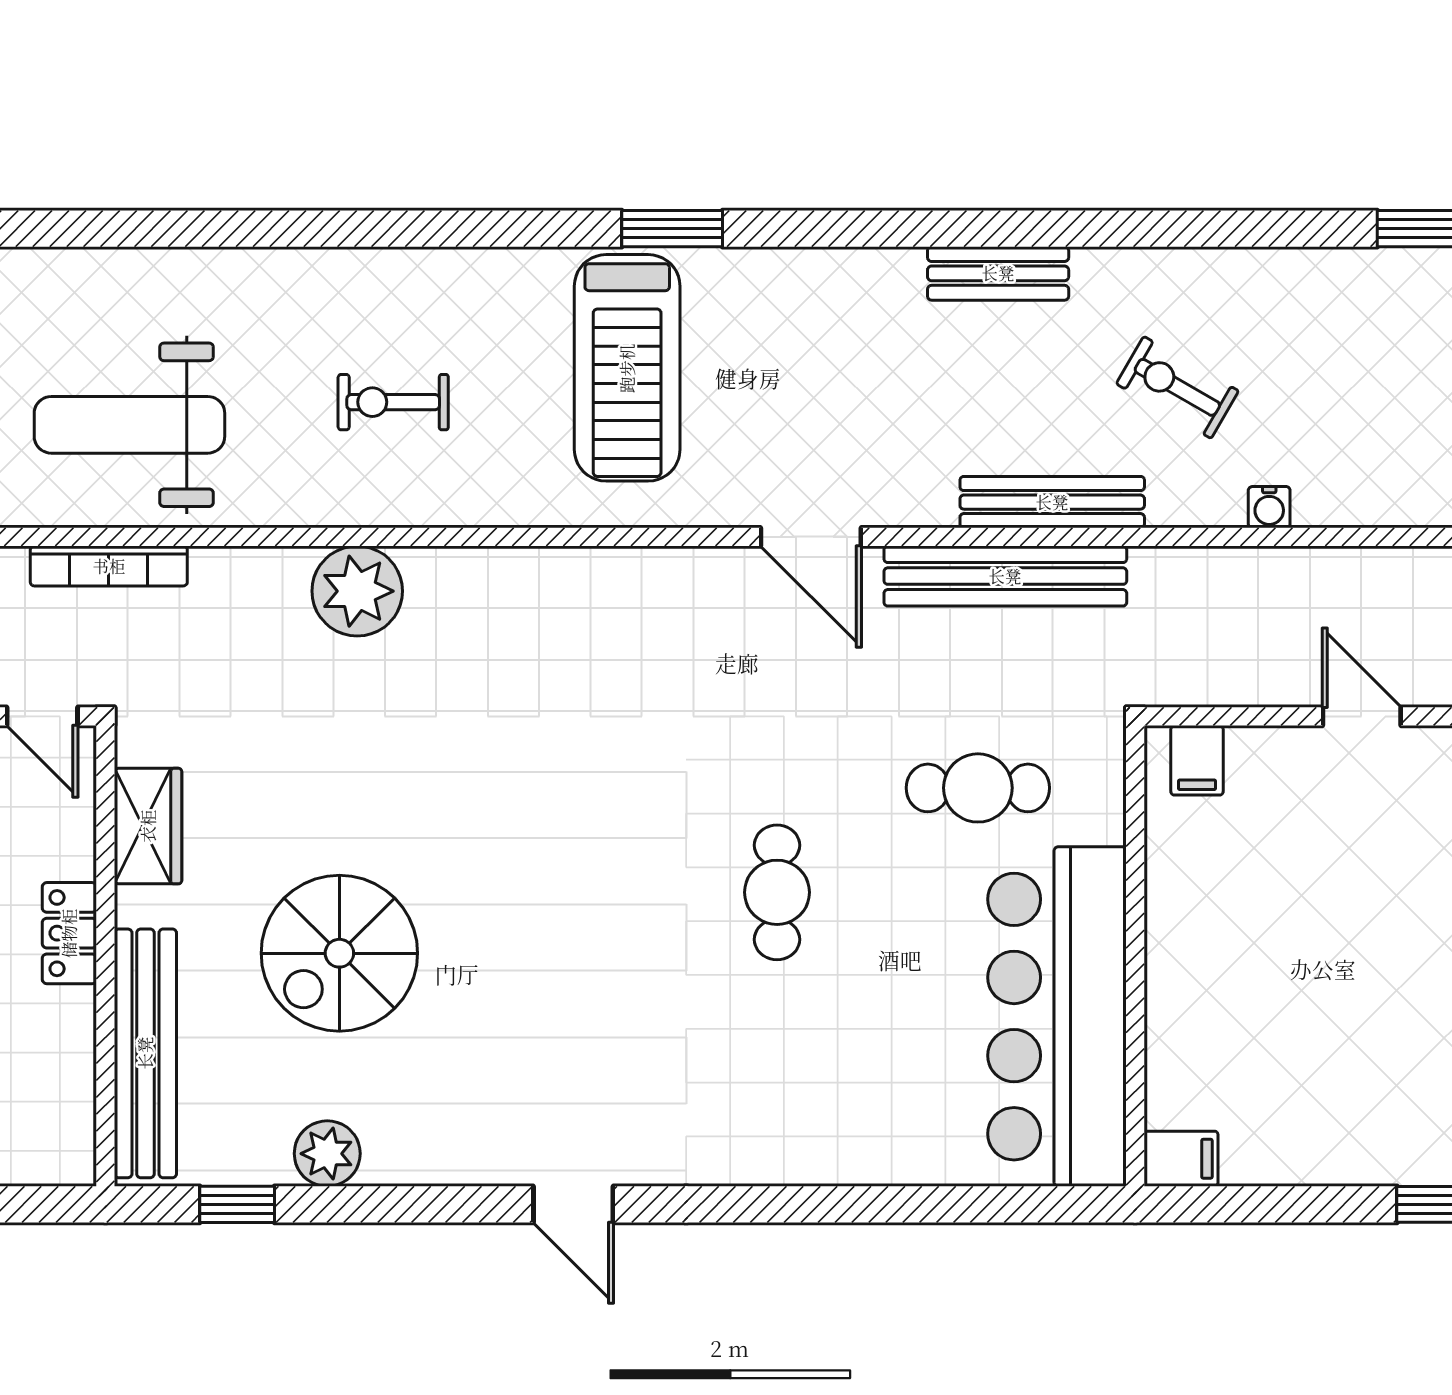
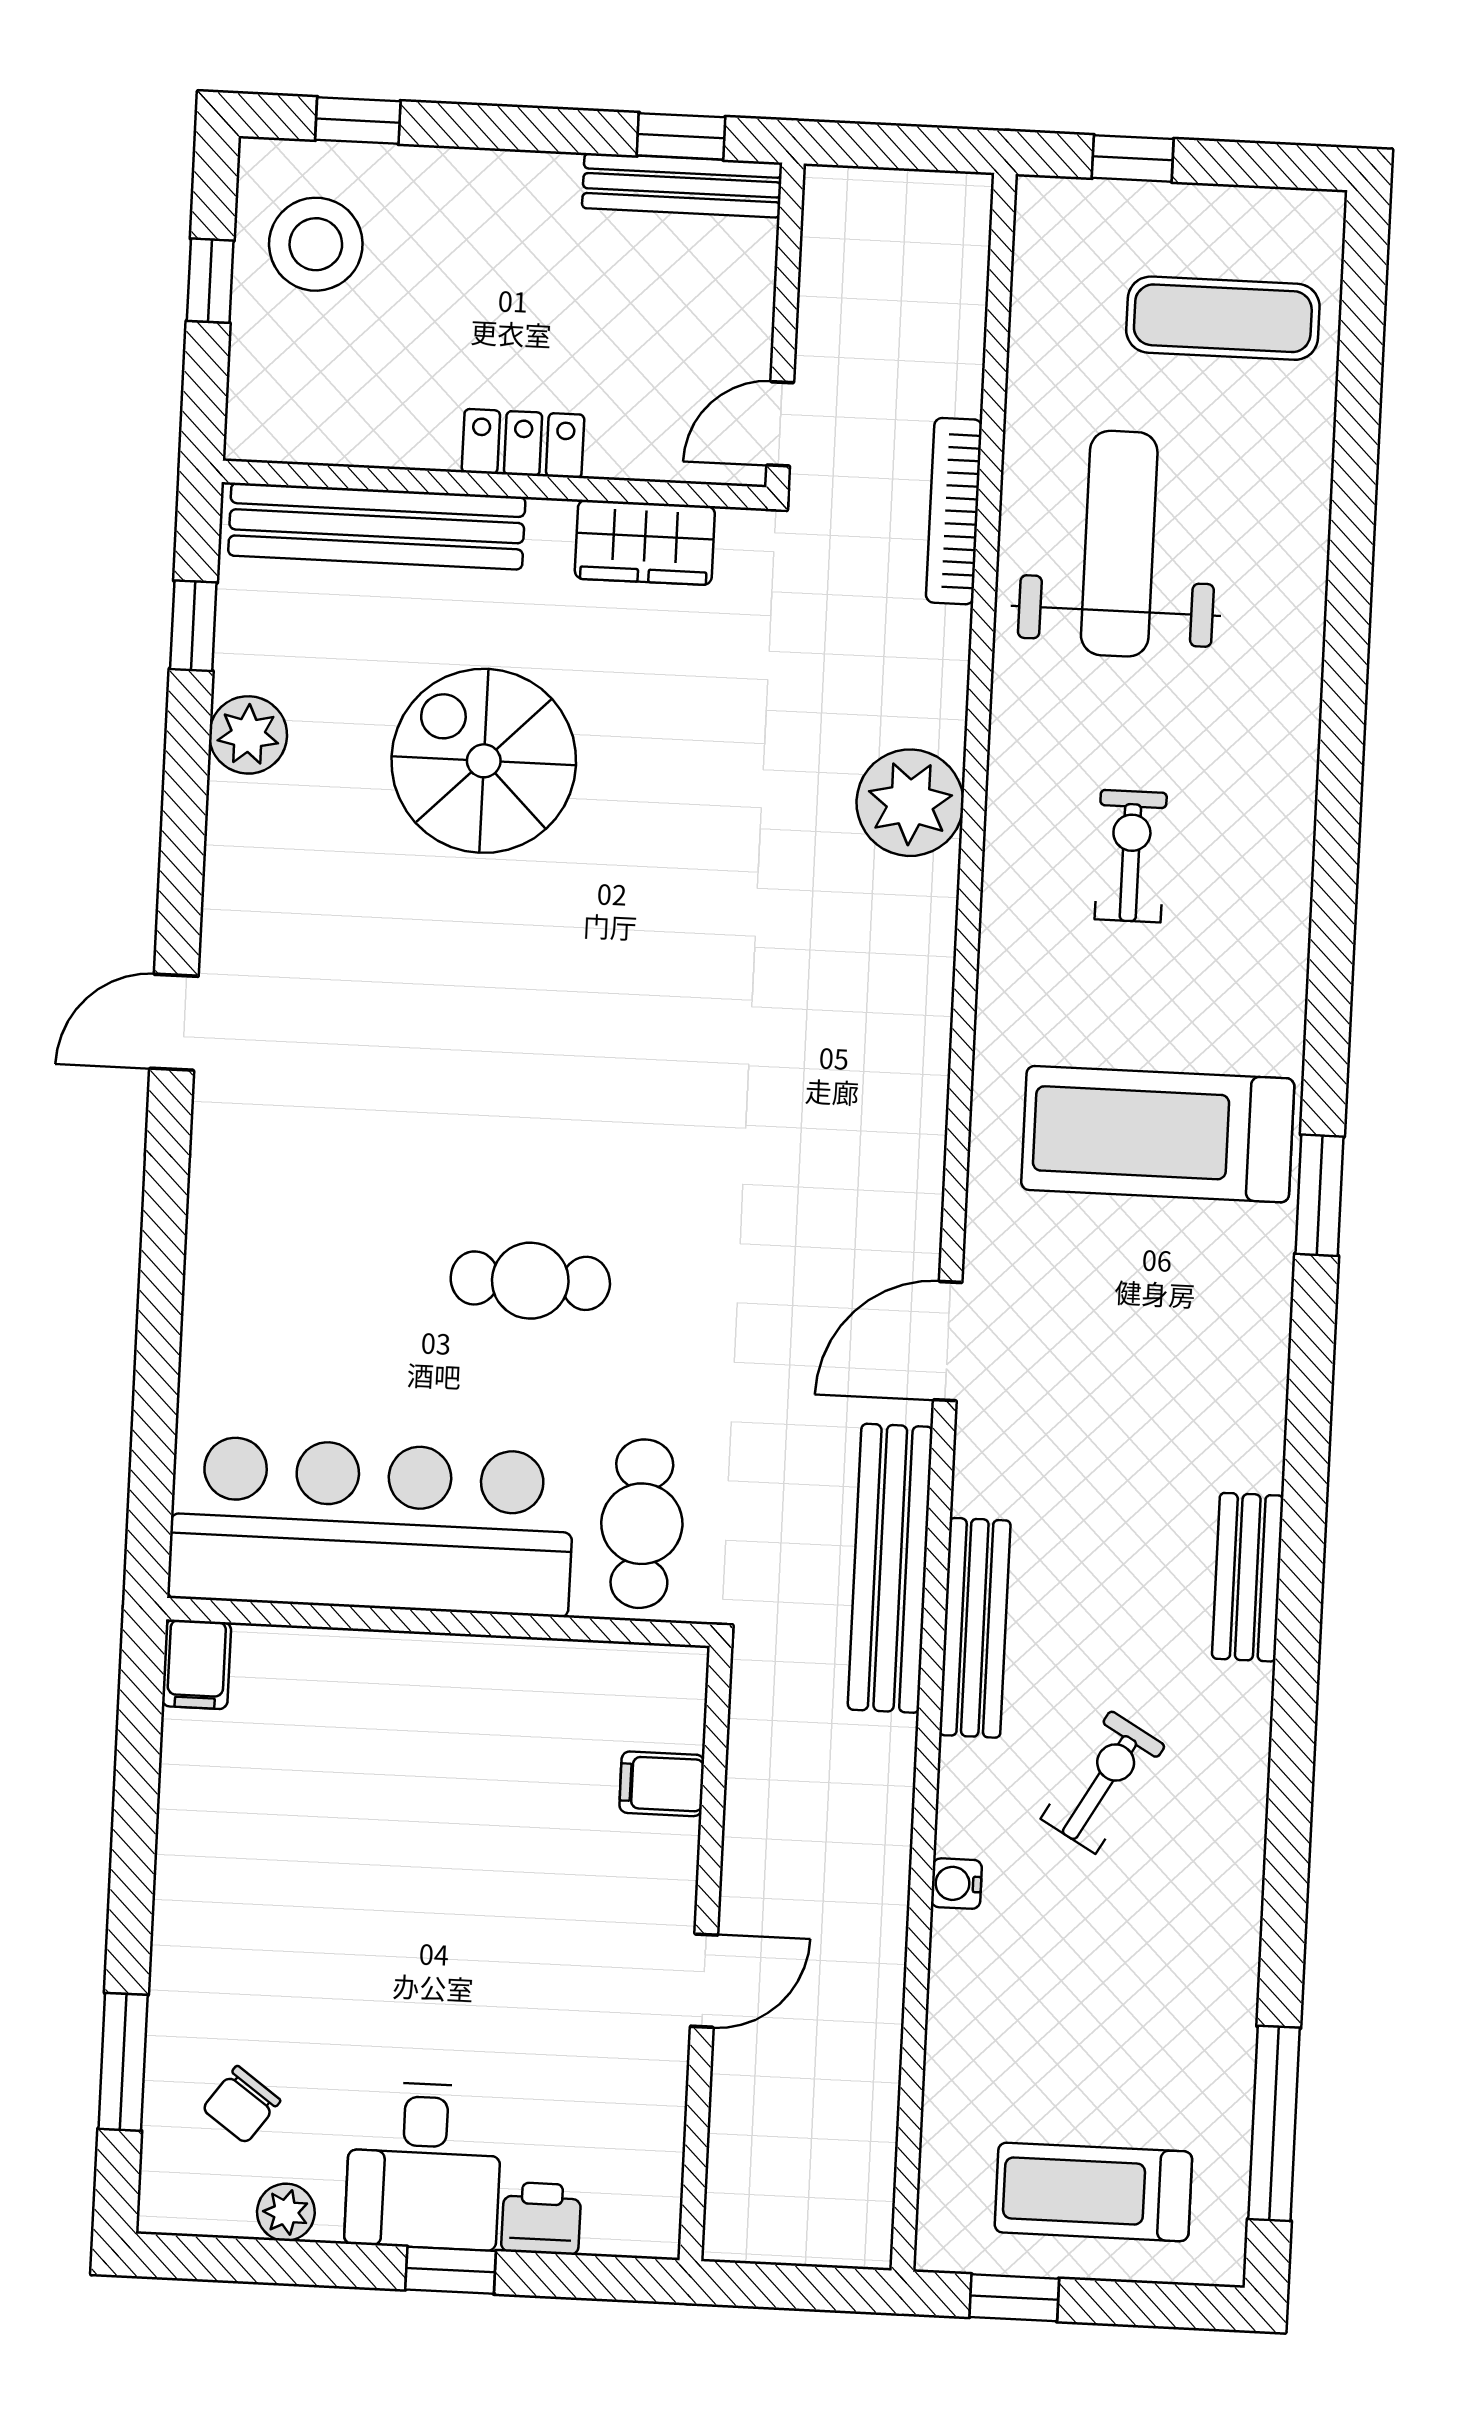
wall: (1135, 956) -> (438, 1622), moved
bar counter: (1057, 1017) -> (371, 1526), moved
filing cabinet: (1181, 1159) -> (196, 1664), moved

